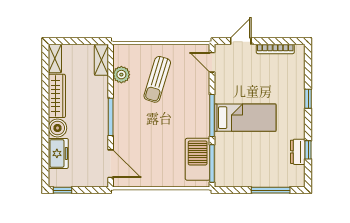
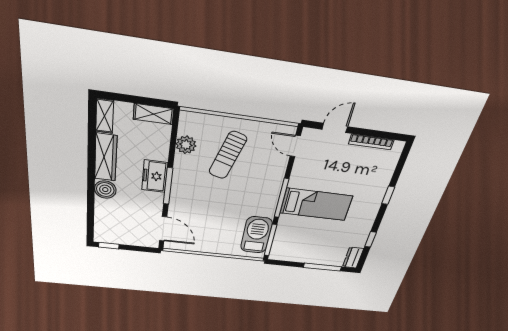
shelving: (101, 60) -> (154, 114), moved, turned 90
dresser: (298, 152) -> (353, 258), moved
freezer: (58, 153) -> (155, 176), moved, turned 180

